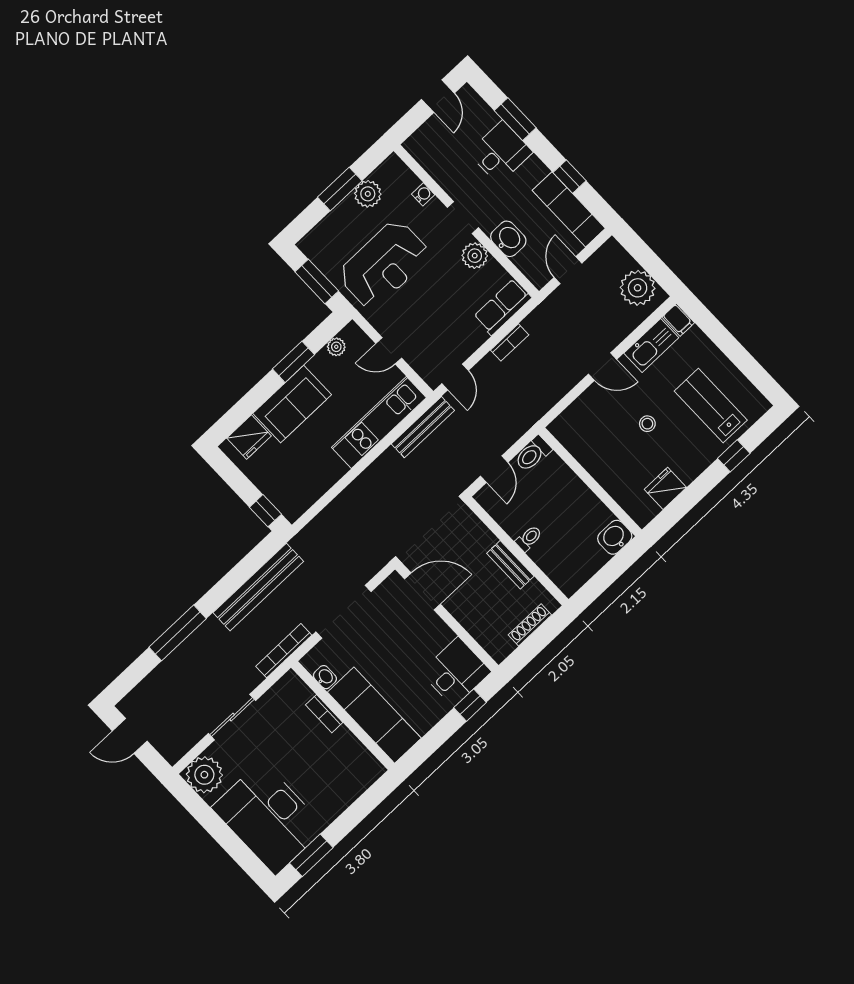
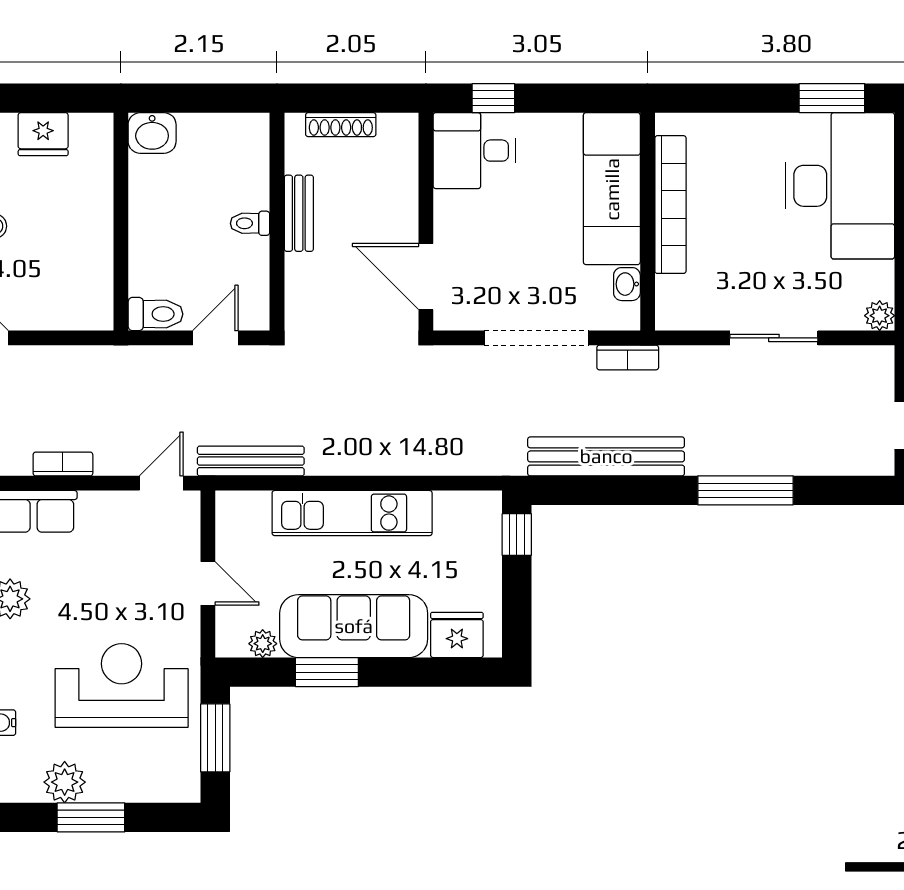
sofa: (292, 404) -> (354, 626), width x1.36
kitchen unit: (379, 422) -> (352, 513), moved
bookcase: (284, 651) -> (628, 358), width x0.64
bookcase: (324, 714) -> (670, 205), width x2.31, depth x1.31
plant: (204, 775) -> (880, 316), width x0.53, depth x0.53

